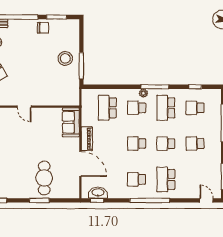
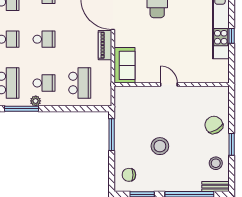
chair: (43, 28) -> (129, 175), moved
stool: (65, 58) -> (160, 146), moved
door: (24, 107) -> (169, 84), moved

